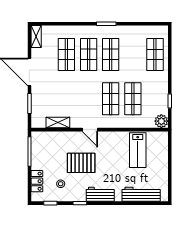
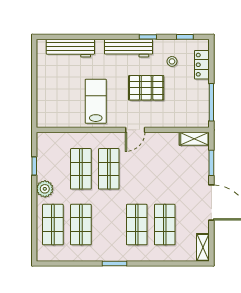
shop shelf: (111, 55) -> (81, 225), moved
plant: (161, 121) -> (45, 189), moved
shelving: (58, 123) -> (194, 139), moved
door: (90, 130) -> (135, 130), swing flipped
lab bench: (138, 150) -> (96, 101), moved
workbench: (100, 194) -> (129, 48), width x1.38

